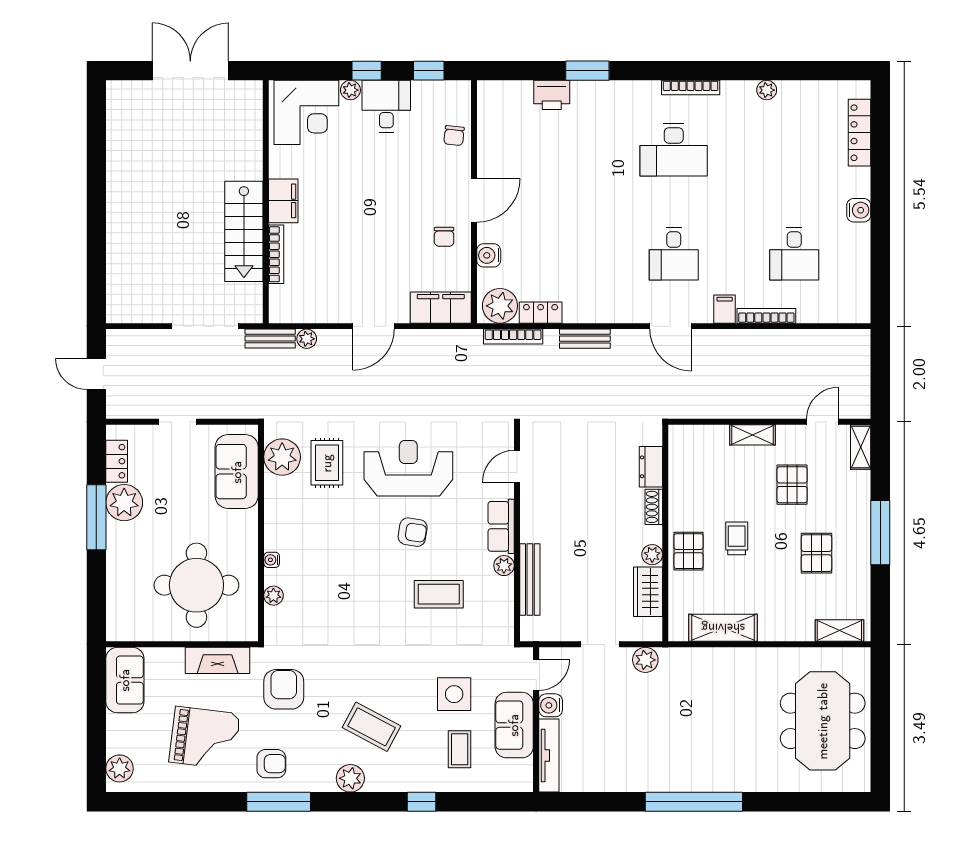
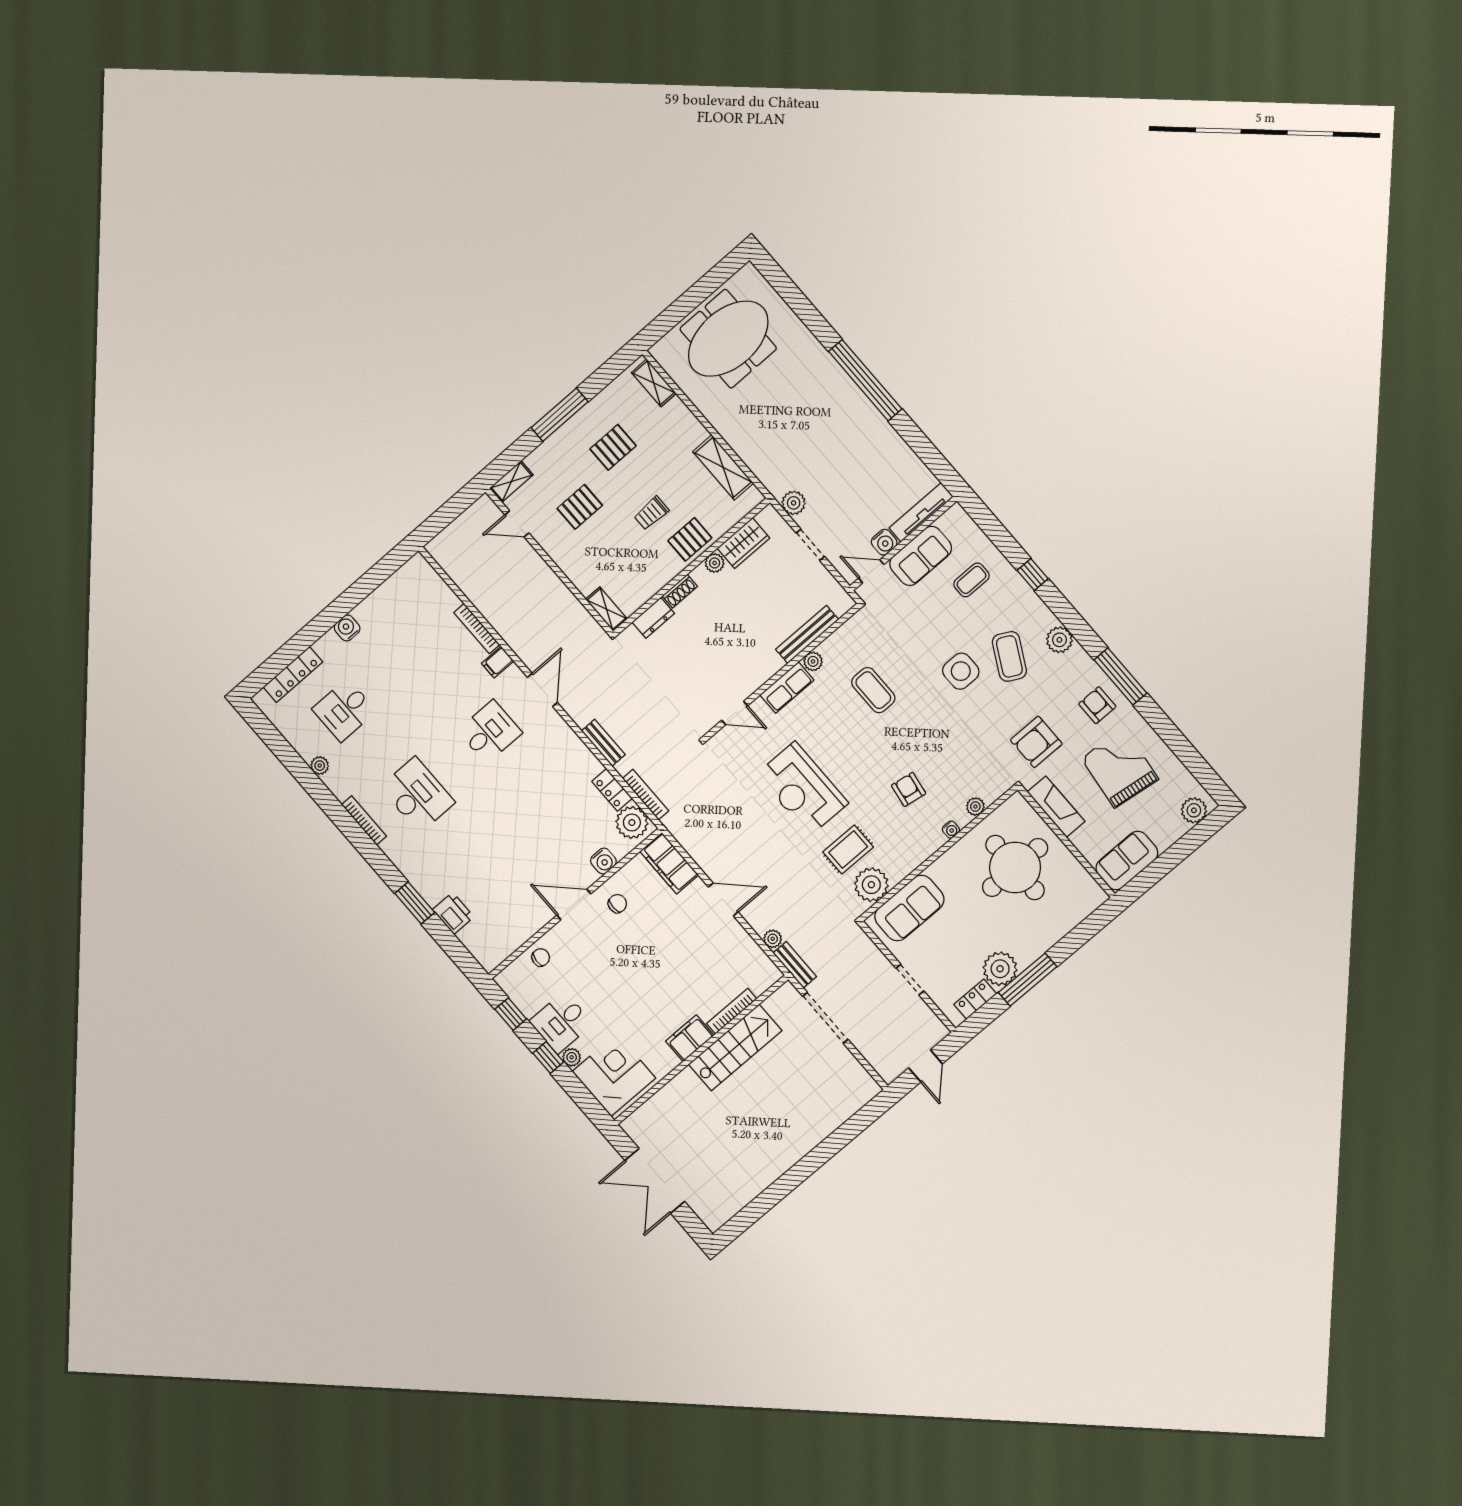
desk: (794, 254) -> (344, 710), moved, turned 180
shelving: (753, 435) -> (606, 609), moved
armchair: (413, 532) -> (909, 789), moved
side table: (454, 694) -> (961, 671), moved

